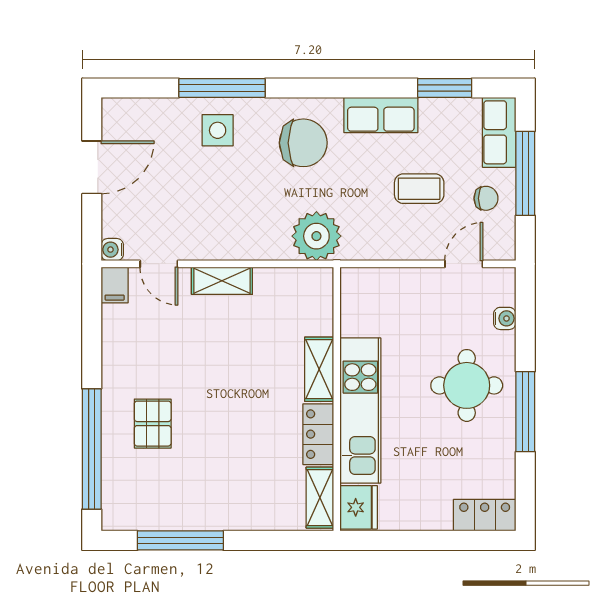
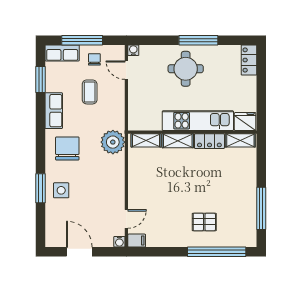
window: (222, 88) -> (41, 188), width x0.69
shelving: (222, 281) -> (146, 140), moved, turned 90
water cooler: (505, 318) -> (133, 50), moved

